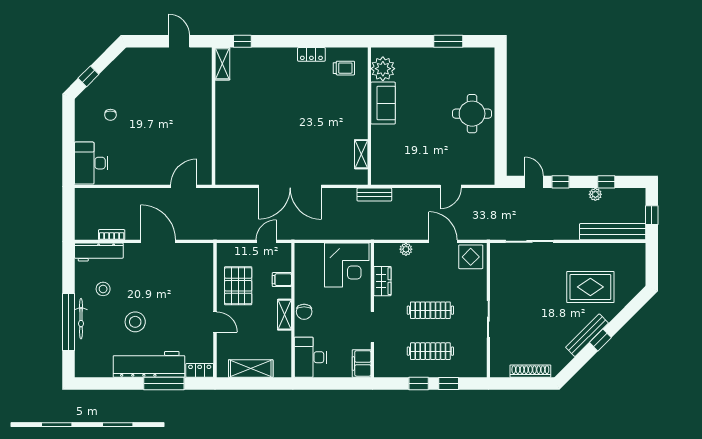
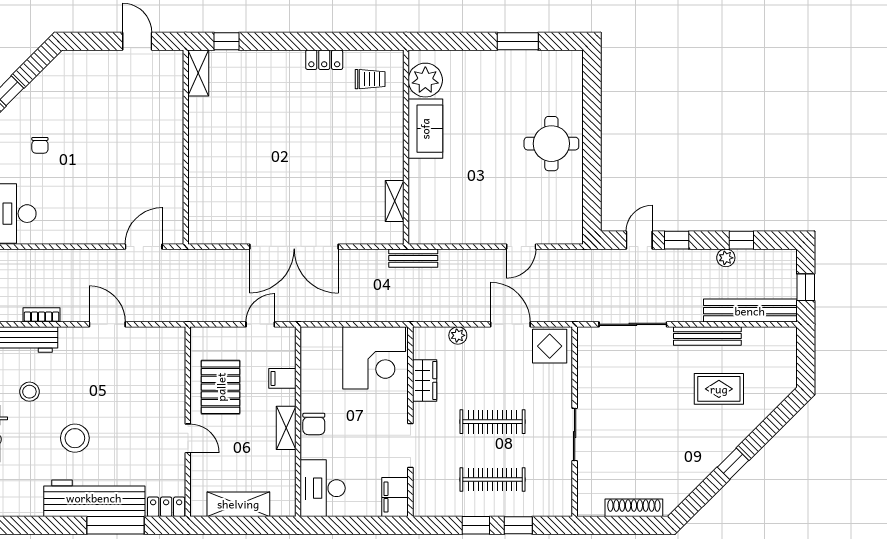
door: (534, 182) -> (639, 240), hinge flipped
door: (158, 241) -> (107, 324), width x0.73
rug: (590, 287) -> (719, 389), width x0.73, depth x0.70
bench: (587, 335) -> (707, 336), moved, turned 45

